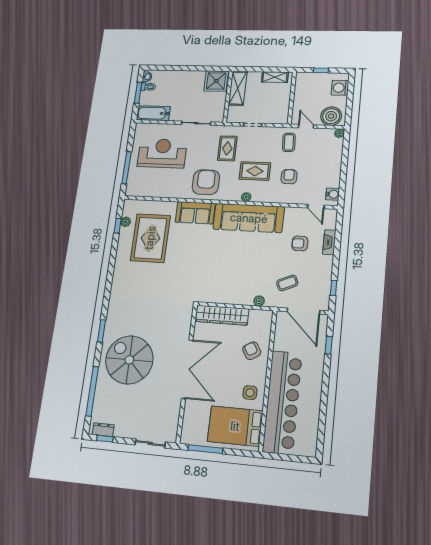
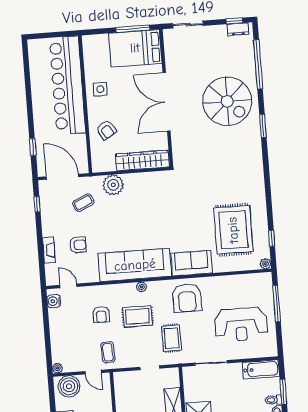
plant: (126, 222) -> (265, 264), moved
plant: (259, 301) -> (113, 185), width x1.88, depth x1.88
bed: (235, 426) -> (135, 48), moved, turned 180

